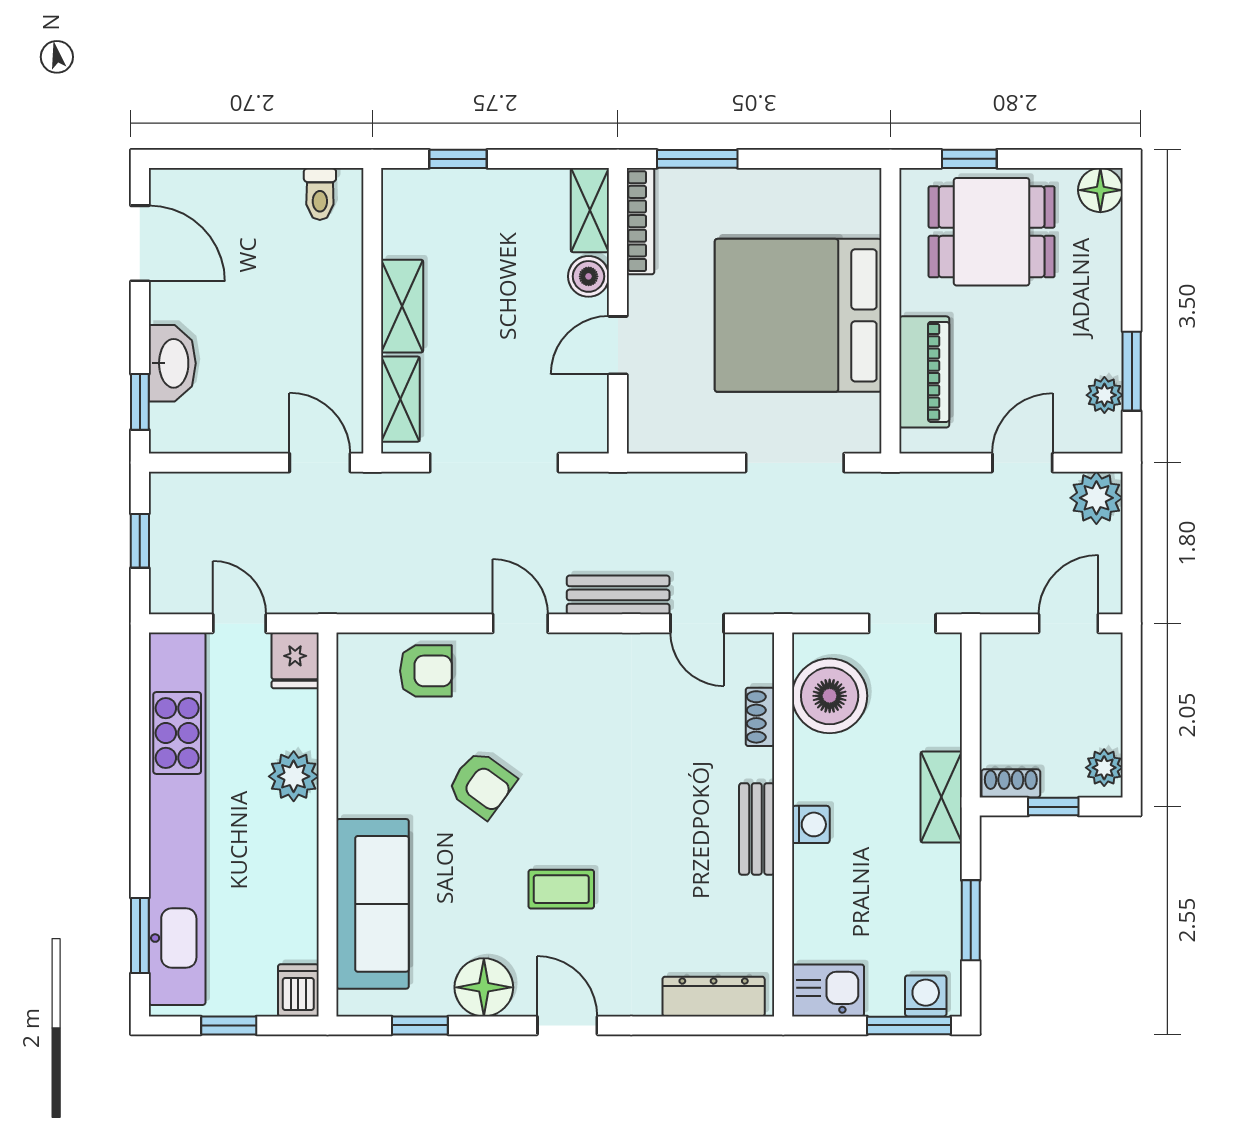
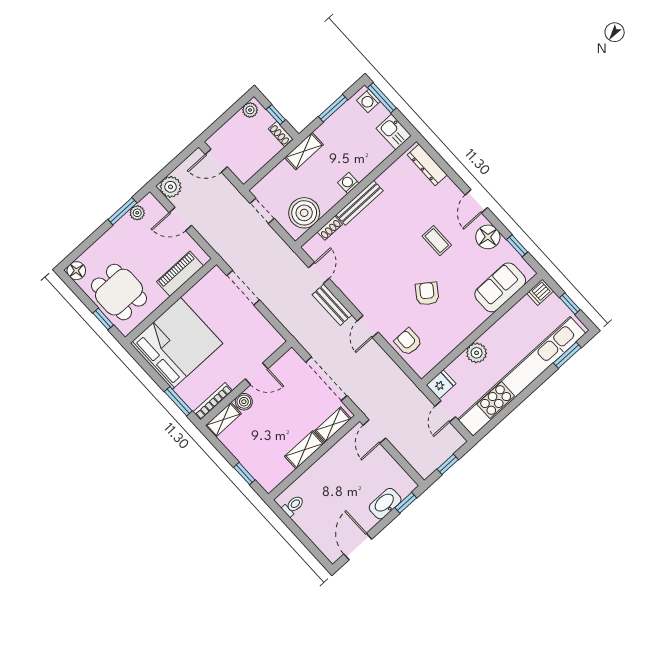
bed: (798, 315) -> (176, 343), moved, turned -90
bench: (757, 829) -> (360, 203), width x1.36
sofa: (373, 904) -> (500, 287), width x0.73

